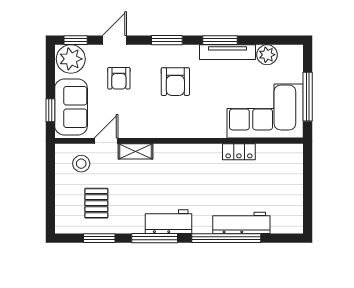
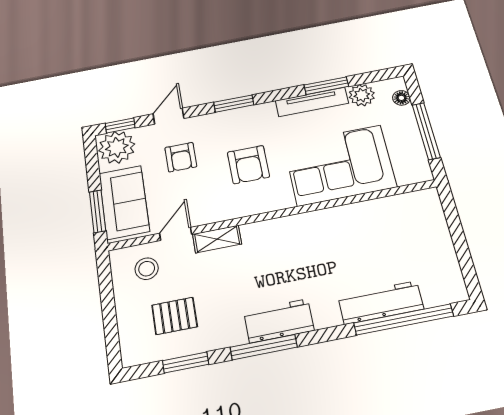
window: (220, 40) -> (326, 86), moved
floor lamp: (296, 64) -> (401, 98), added
armchair: (175, 82) -> (248, 165), moved
window: (50, 110) -> (98, 211), width x1.50
corner sofa: (265, 111) -> (339, 165), moved
locker: (239, 152) -> (355, 213), removed
pallet: (96, 203) -> (175, 316), turned 90
window: (226, 238) -> (404, 319), moved

